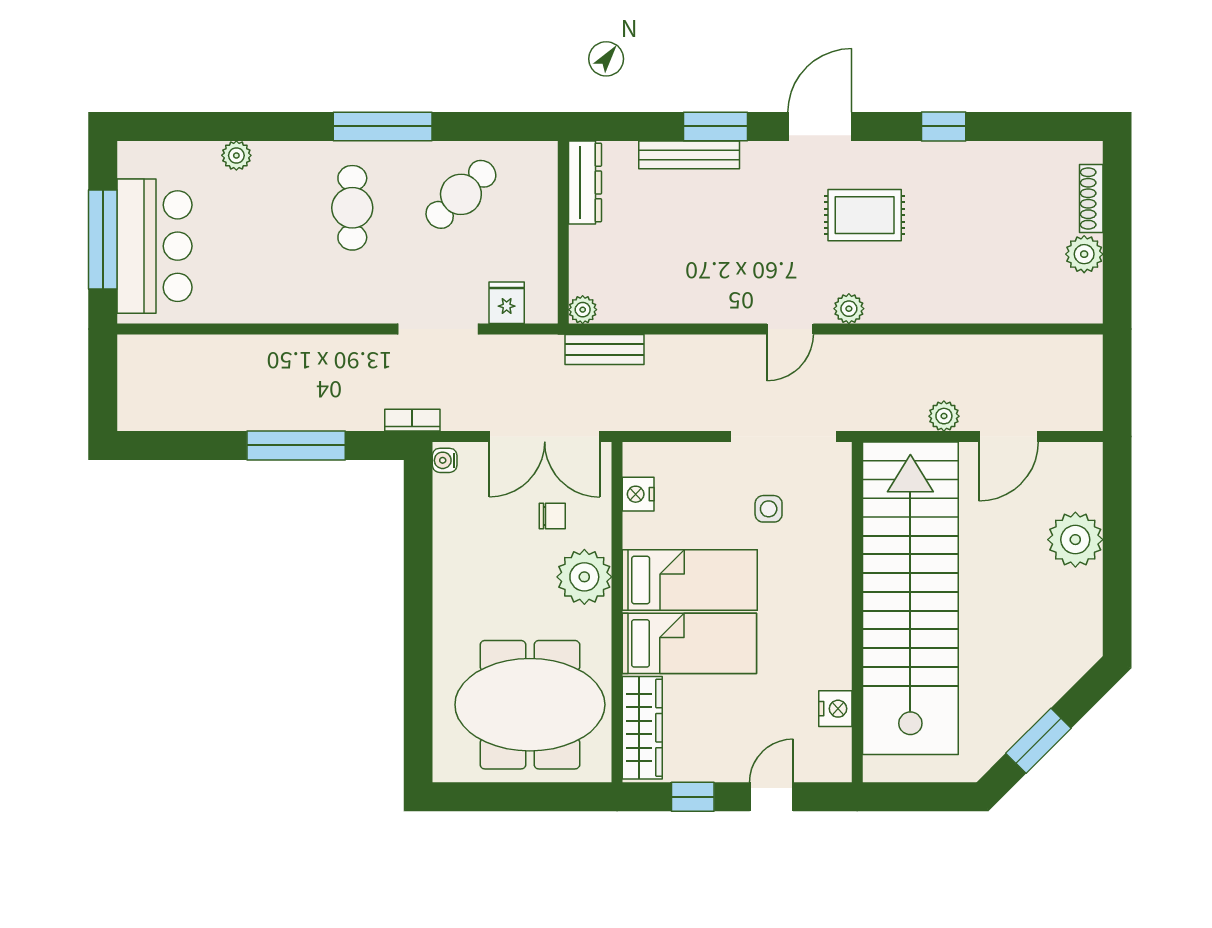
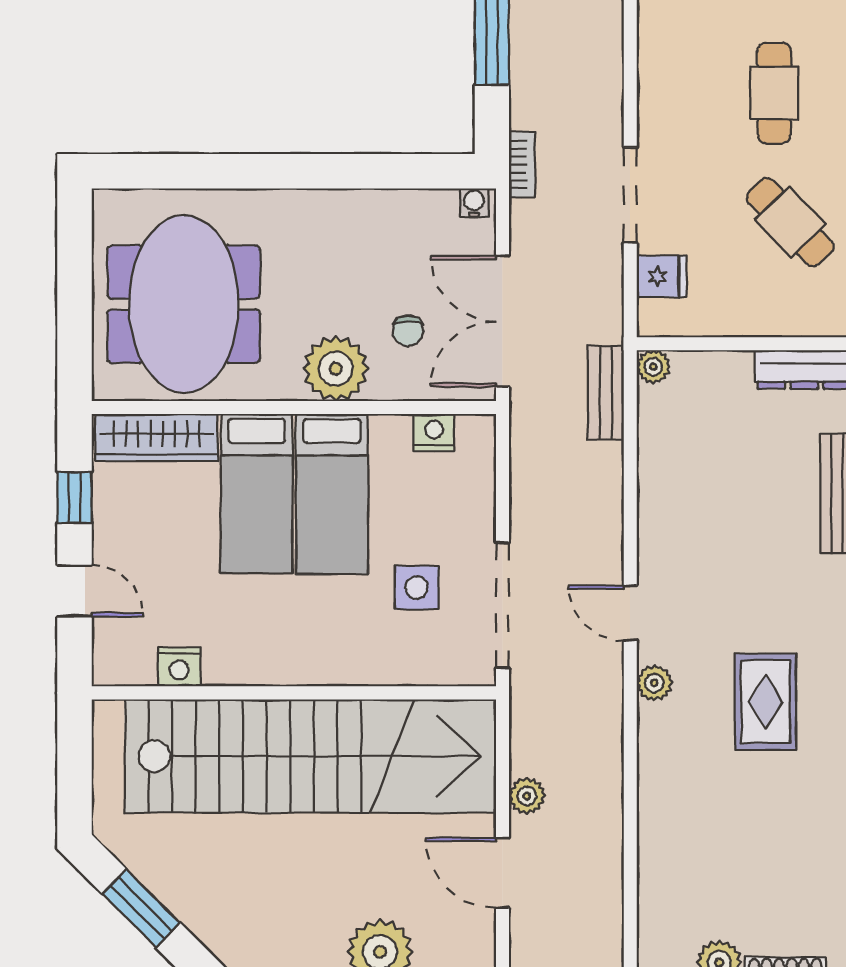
cafe table: (352, 208) -> (774, 93), turned 90
side table: (769, 509) -> (417, 588), width x1.37, depth x1.37

